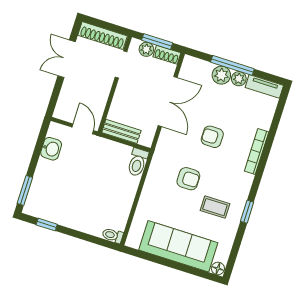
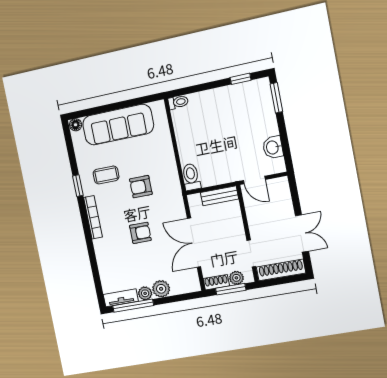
window: (232, 65) -> (133, 306), moved
bookcase: (257, 151) -> (93, 217), moved

